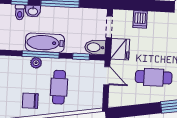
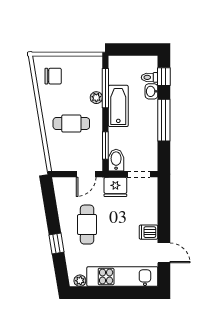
dishwasher: (140, 19) -> (148, 232), moved
window: (41, 54) -> (105, 88), moved
window: (81, 57) -> (105, 146), width x1.50
chair: (30, 101) -> (53, 76), moved, turned 90

